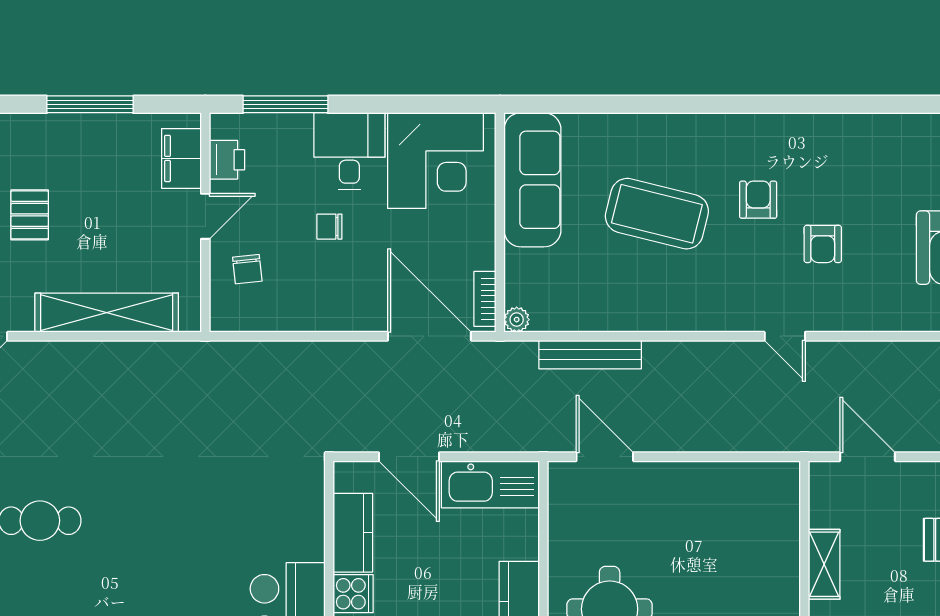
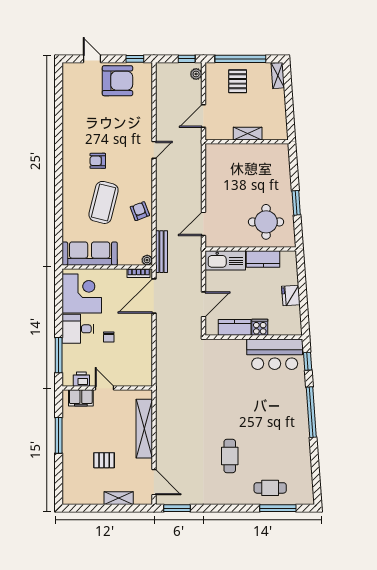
armchair: (823, 244) -> (140, 211), moved, turned -111
chair: (247, 269) -> (126, 371), removed
bench: (590, 355) -> (161, 252), moved
kitchen sink: (490, 484) -> (225, 260), moved, turned 90

